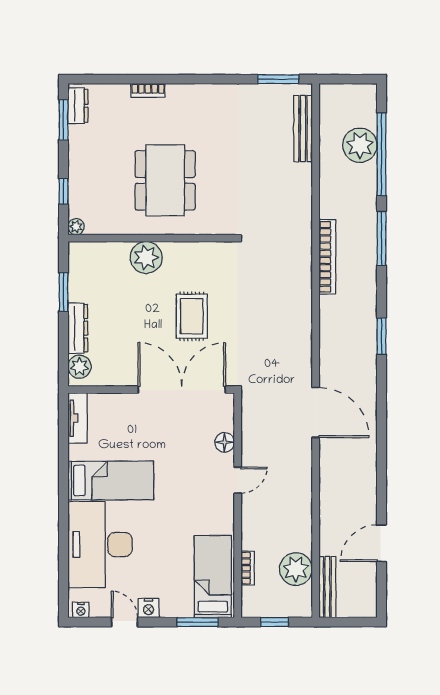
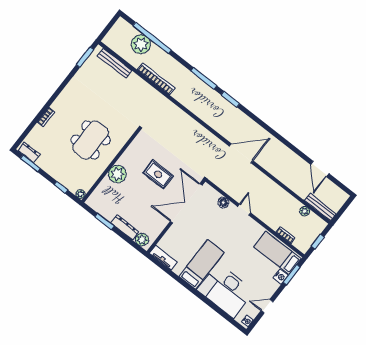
dining table: (165, 180) -> (91, 140), turned 90
window: (381, 238) -> (204, 78), moved
bookcase: (327, 257) -> (156, 79), moved
plant: (296, 569) -> (305, 211), width x0.53, depth x0.53
nightstand: (149, 608) -> (281, 277), moved

